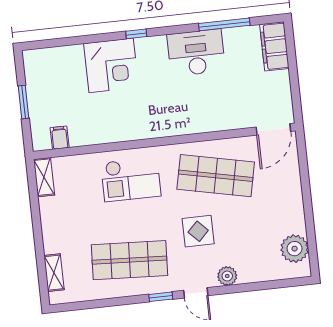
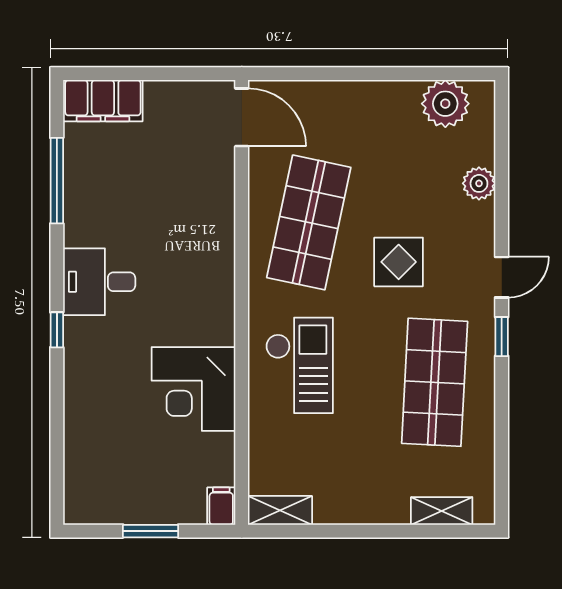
desk: (196, 53) -> (99, 282), moved, width x0.73
corner desk: (111, 65) -> (193, 389), moved, turned 180
filing cabinet: (60, 138) -> (221, 506), moved, turned 90
plant: (227, 276) -> (479, 183), moved

